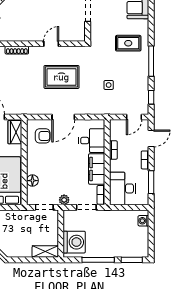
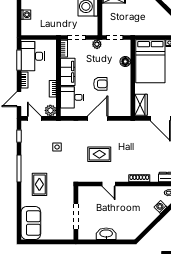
rug: (128, 43) -> (39, 184), turned 90
door: (51, 44) -> (109, 184), hinge flipped
rug: (61, 77) -> (99, 154), width x0.73, depth x0.70
door: (134, 117) -> (34, 118), hinge flipped
plant: (116, 126) -> (50, 110), added
armchair: (43, 136) -> (100, 84), moved, turned 180
desk: (123, 188) -> (33, 56), moved, turned 180
washing machine: (143, 221) -> (26, 15), moved

